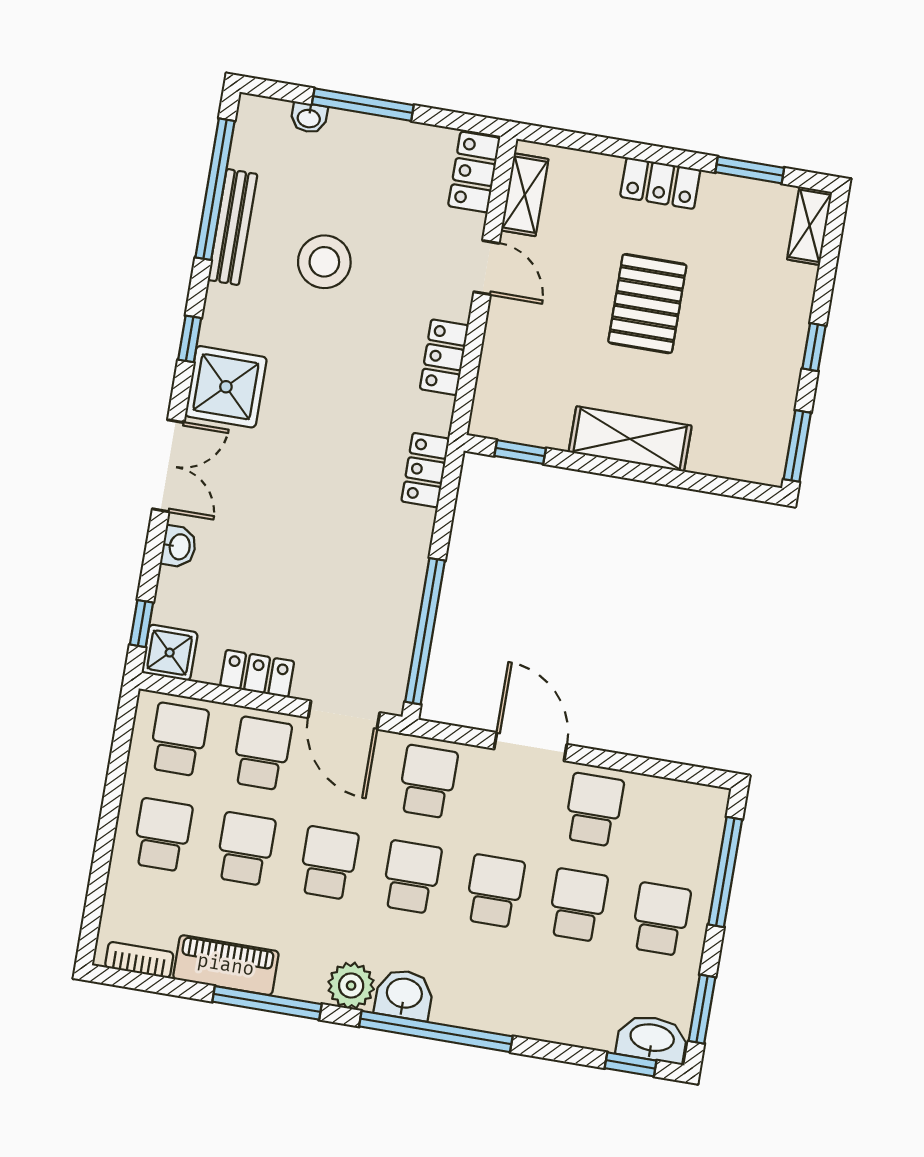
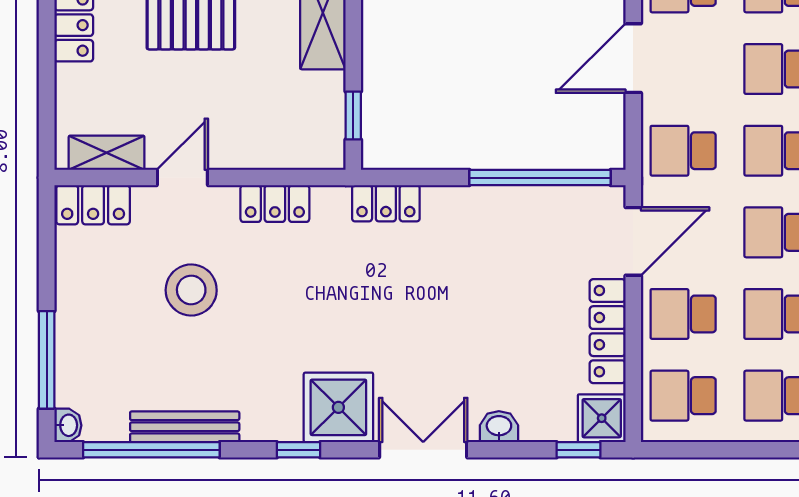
window: (363, 105) -> (47, 360), moved
washbasin: (309, 118) -> (68, 425), moved
stool: (324, 262) -> (191, 290), moved
locker: (257, 674) -> (608, 331), width x1.53

